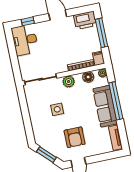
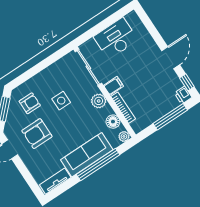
printer: (85, 20) -> (183, 95), width x0.53, depth x0.68
window: (28, 21) -> (187, 82), moved
desk: (25, 40) -> (116, 38), moved
filing cabinet: (99, 58) -> (114, 86), moved
armchair: (50, 134) -> (30, 103), added

